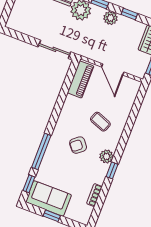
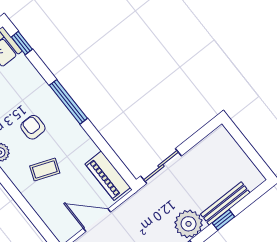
armchair: (78, 145) -> (33, 127), turned -51
window: (41, 151) -> (68, 102), moved

